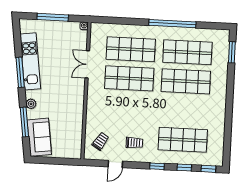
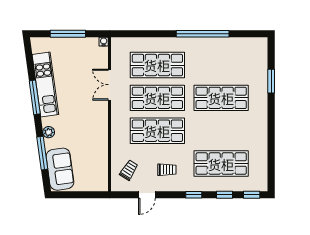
shop shelf: (187, 52) -> (157, 131), moved
window: (232, 52) -> (271, 81), moved

